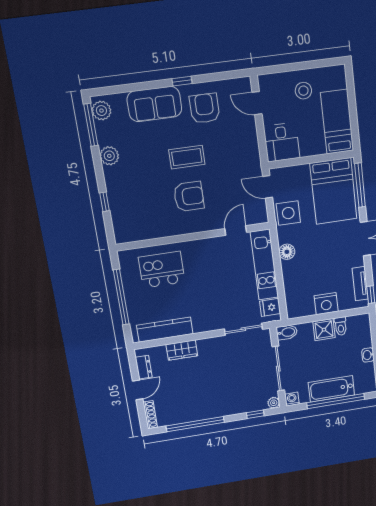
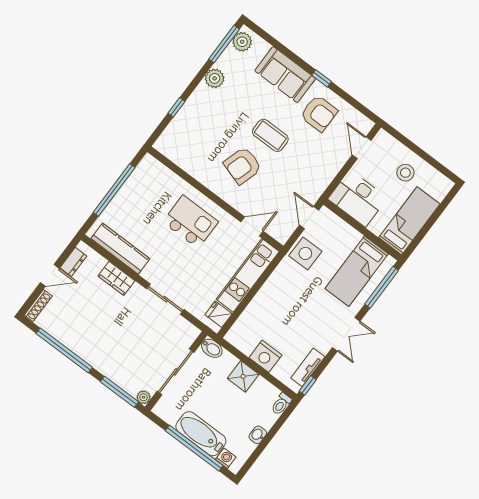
armchair: (205, 108) -> (319, 113), turned 90
desk: (282, 142) -> (358, 198), width x1.37
bed: (333, 191) -> (357, 271), width x0.67
armchair: (189, 196) -> (243, 166), turned 107
floor lamp: (287, 252) -> (275, 283), removed
kitchen island: (162, 270) -> (191, 222), moved
toilet: (341, 326) -> (281, 404), moved
sliding door: (243, 329) -> (165, 299), moved
washing machine: (292, 399) -> (226, 458), moved
window: (255, 414) -> (119, 392), width x2.17

